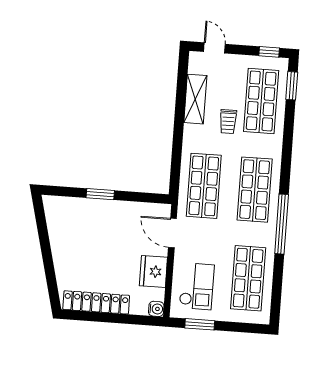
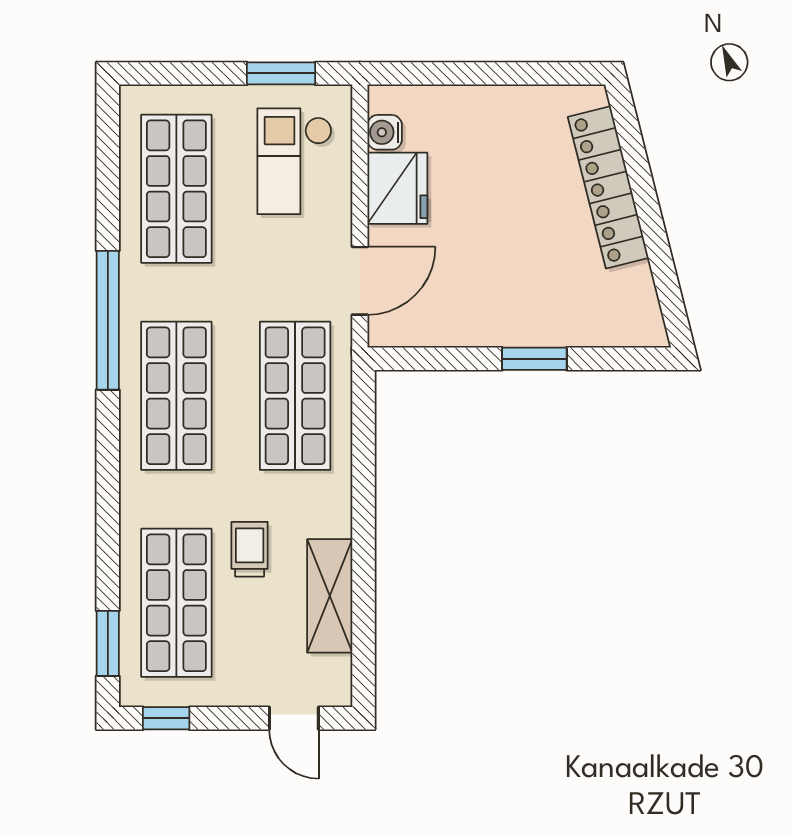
door: (172, 233) -> (360, 281), hinge flipped
locker: (96, 302) -> (608, 187), moved, turned 76
water cooler: (156, 309) -> (385, 132), moved

